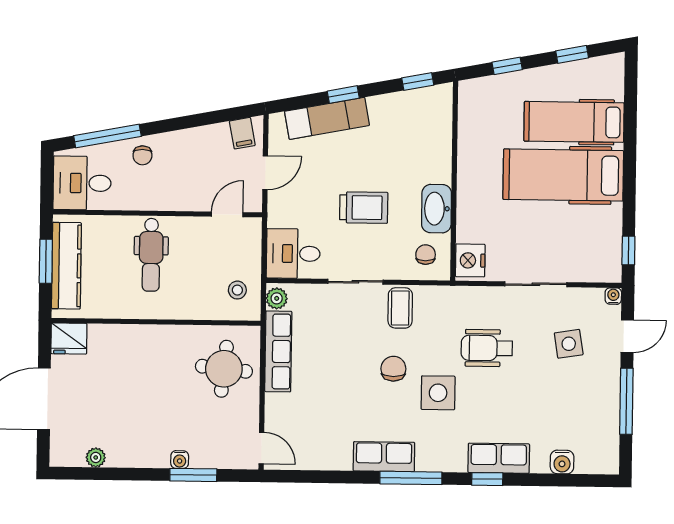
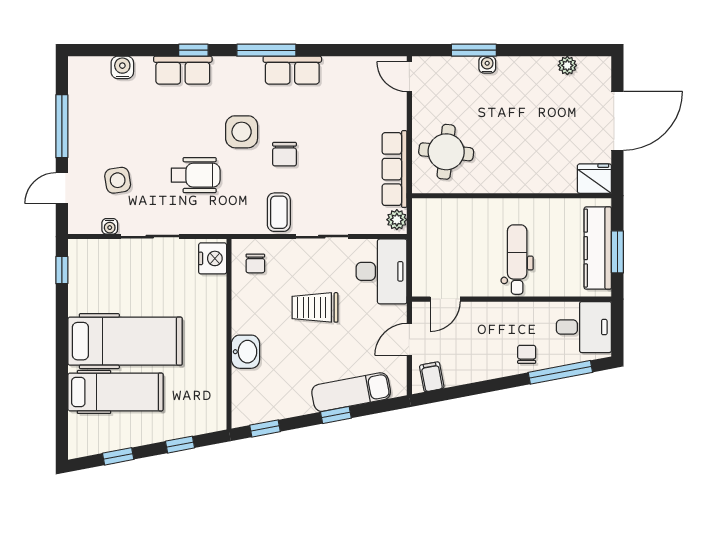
washbasin: (437, 209) -> (245, 352), moved, width x0.72
desk: (293, 254) -> (382, 271), width x1.37
stool: (237, 290) -> (434, 227), removed
water cooler: (613, 296) -> (110, 226), moved

